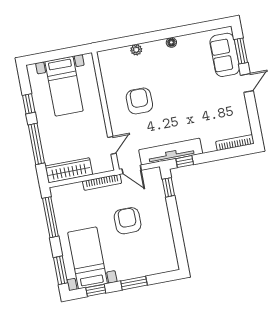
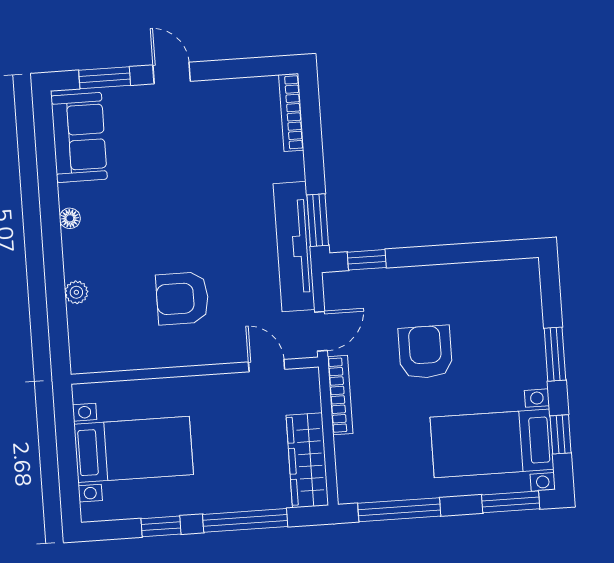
sofa: (225, 55) -> (79, 137), moved, turned -90
window: (185, 162) -> (318, 220), width x1.50
armchair: (128, 221) -> (425, 352), turned 90

